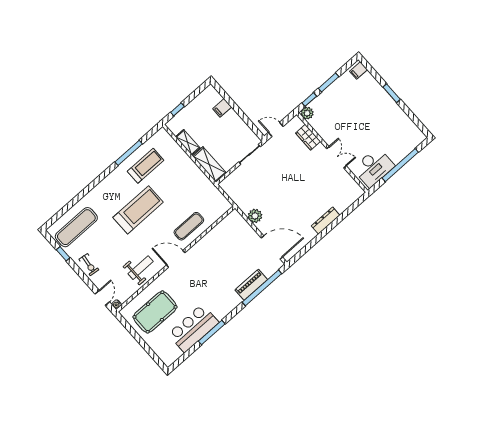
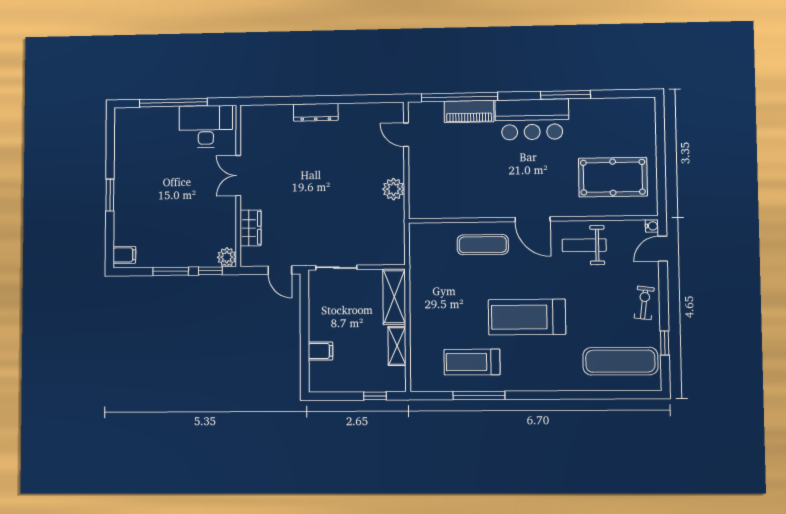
door: (272, 247) -> (406, 135), width x0.53
bar counter: (193, 328) -> (532, 119), moved

